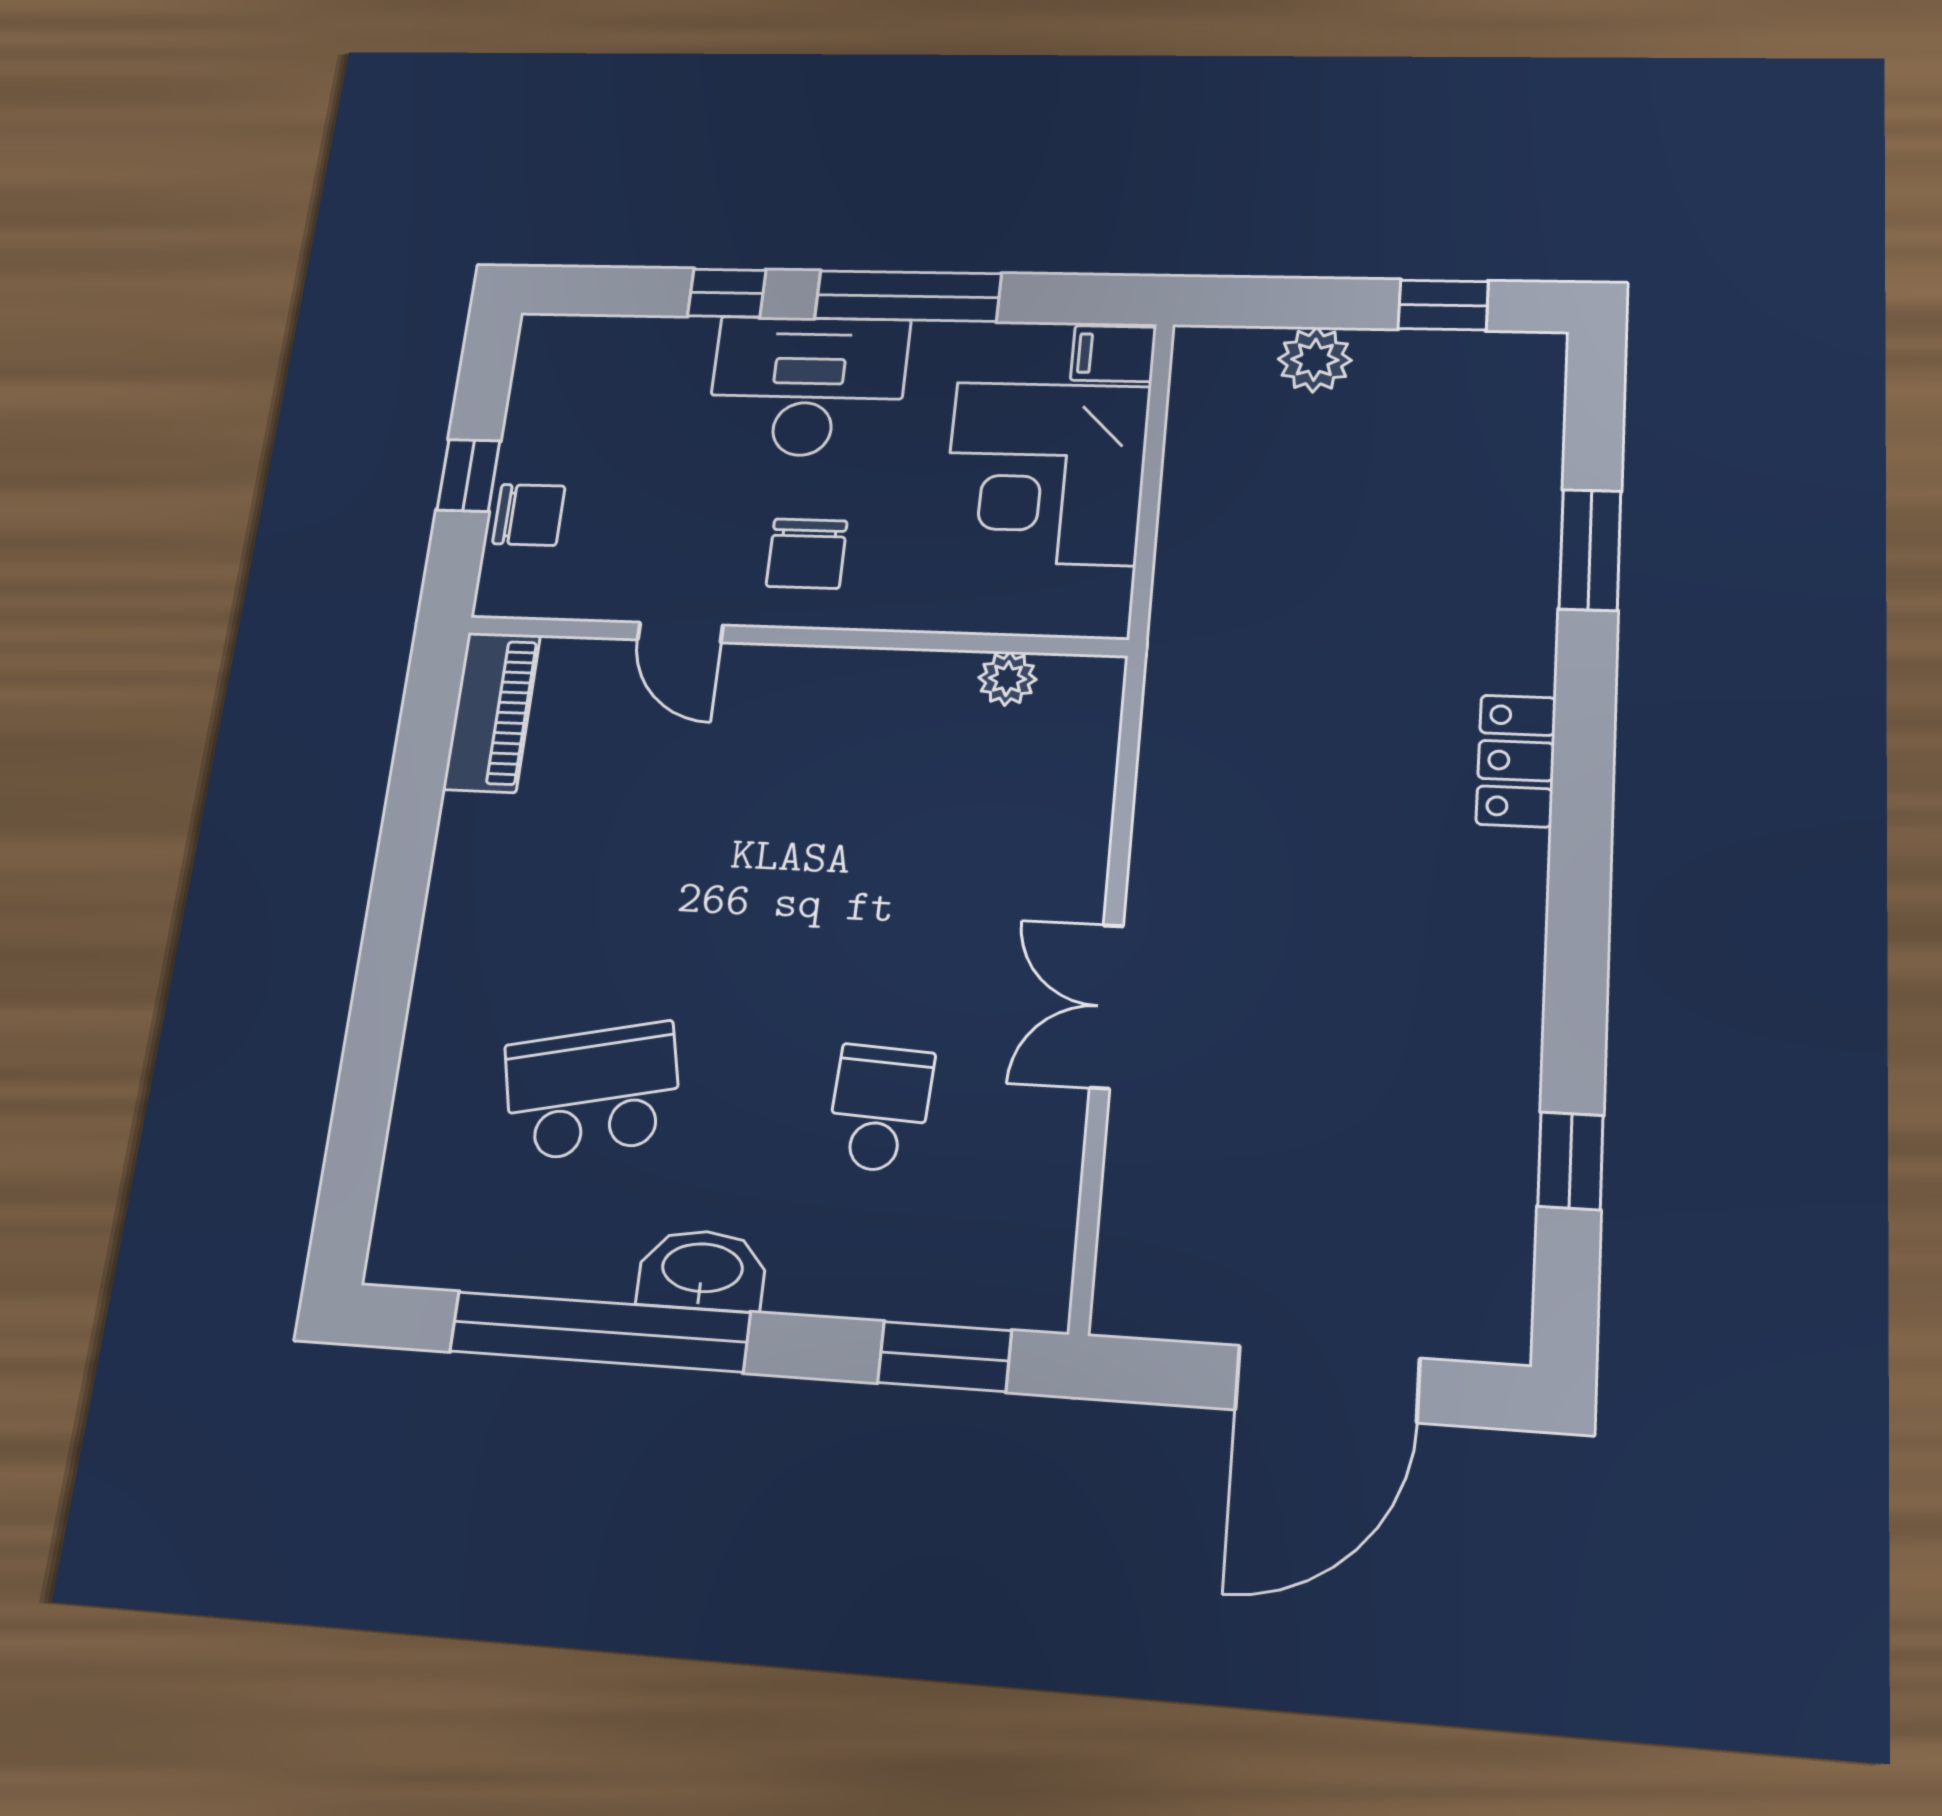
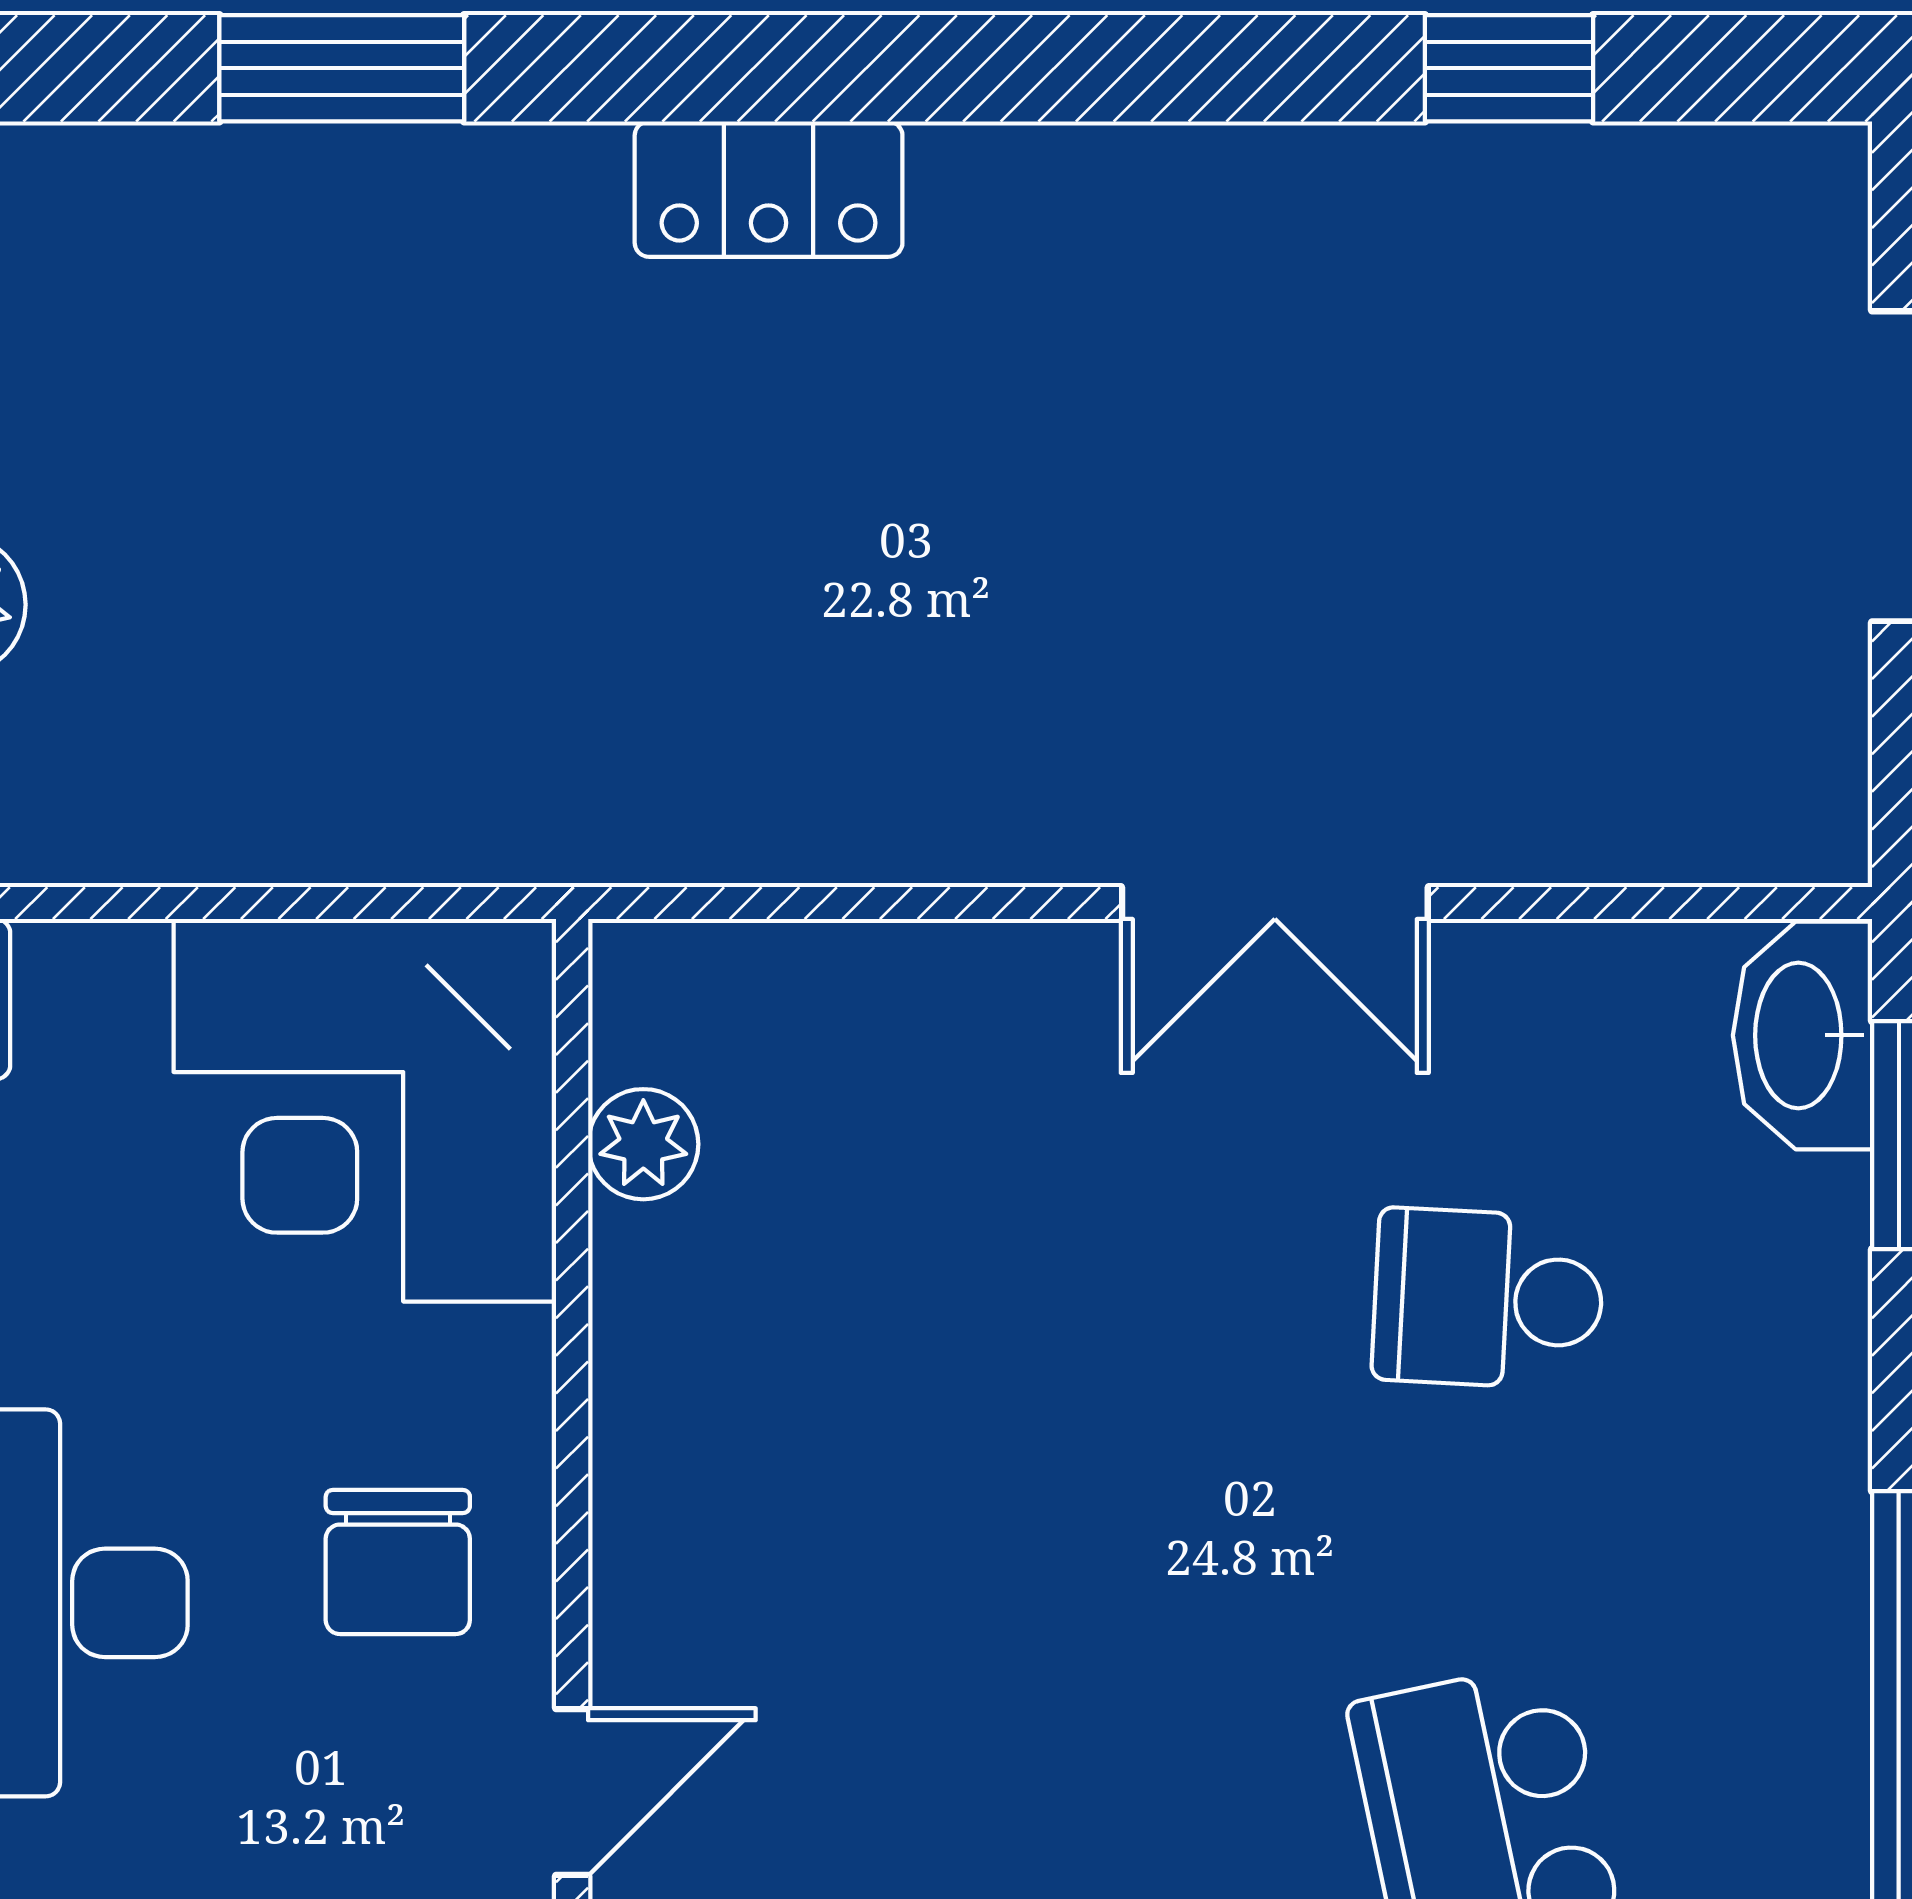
corner desk: (1045, 473) -> (365, 1110), moved, turned 90
chair: (807, 554) -> (398, 1562), turned 90
washbasin: (702, 1270) -> (1803, 1035), moved

